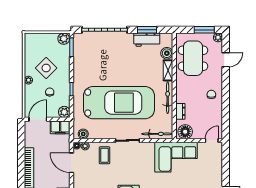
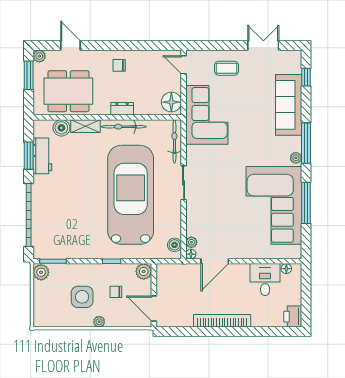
side table: (46, 68) -> (82, 297), turned 45
dresser: (180, 111) -> (122, 109), moved
filing cabinet: (60, 127) -> (165, 277), removed
coffee table: (105, 155) -> (227, 68), moved

